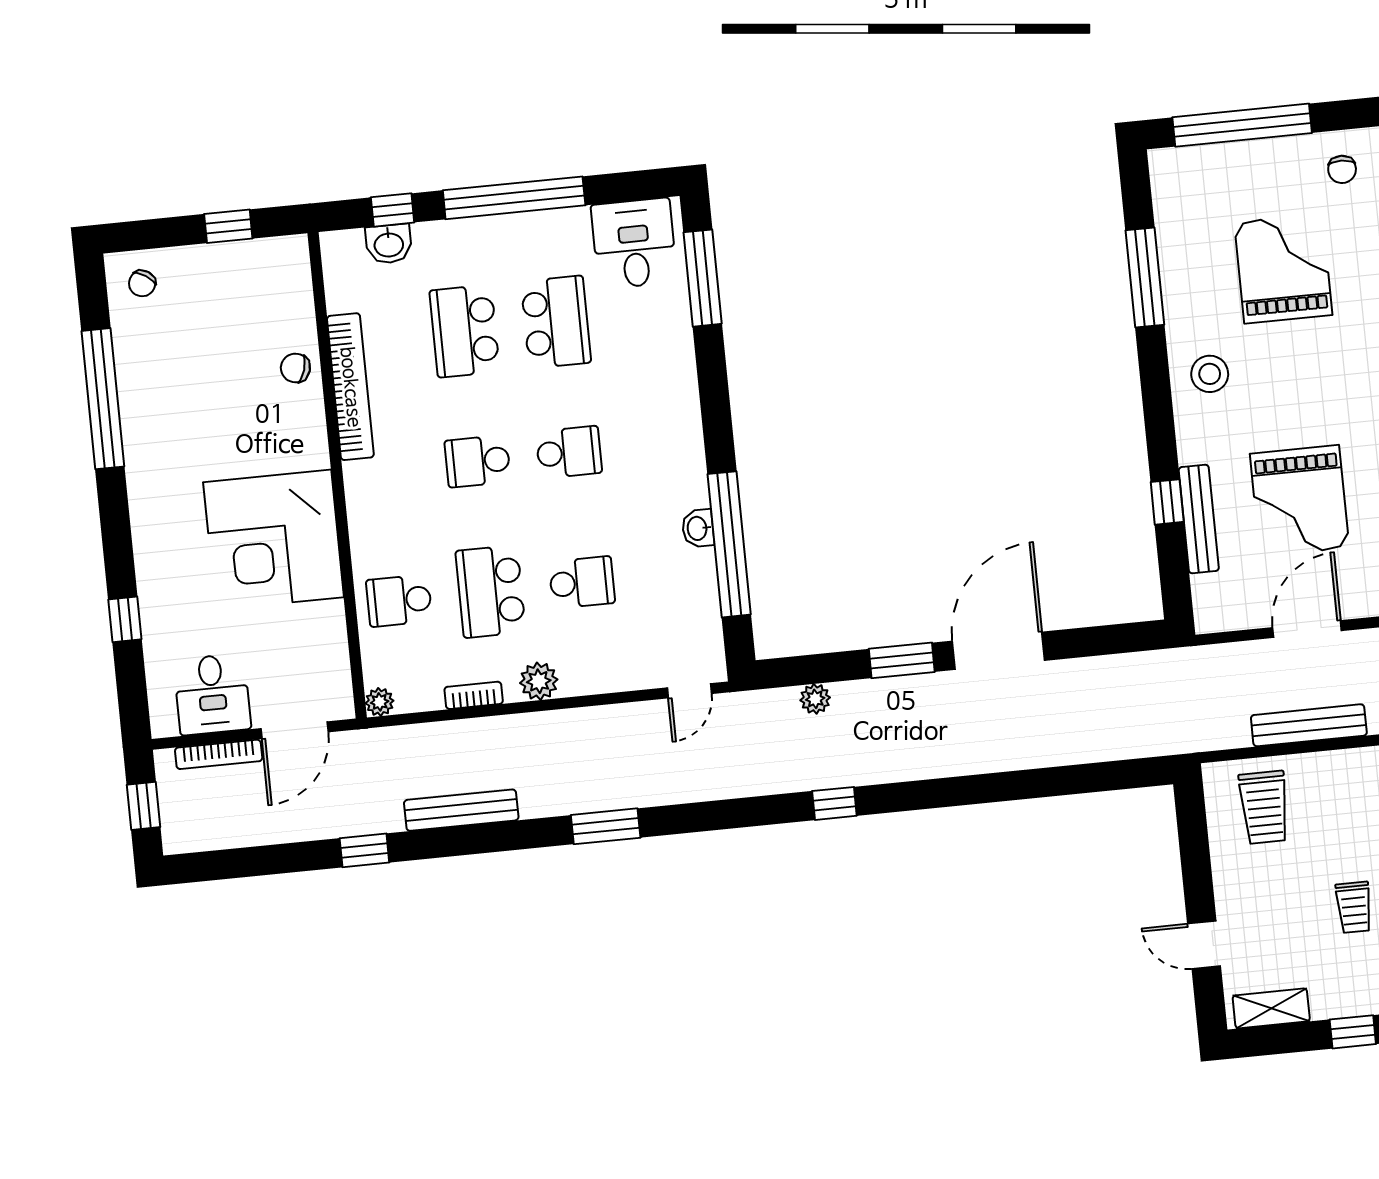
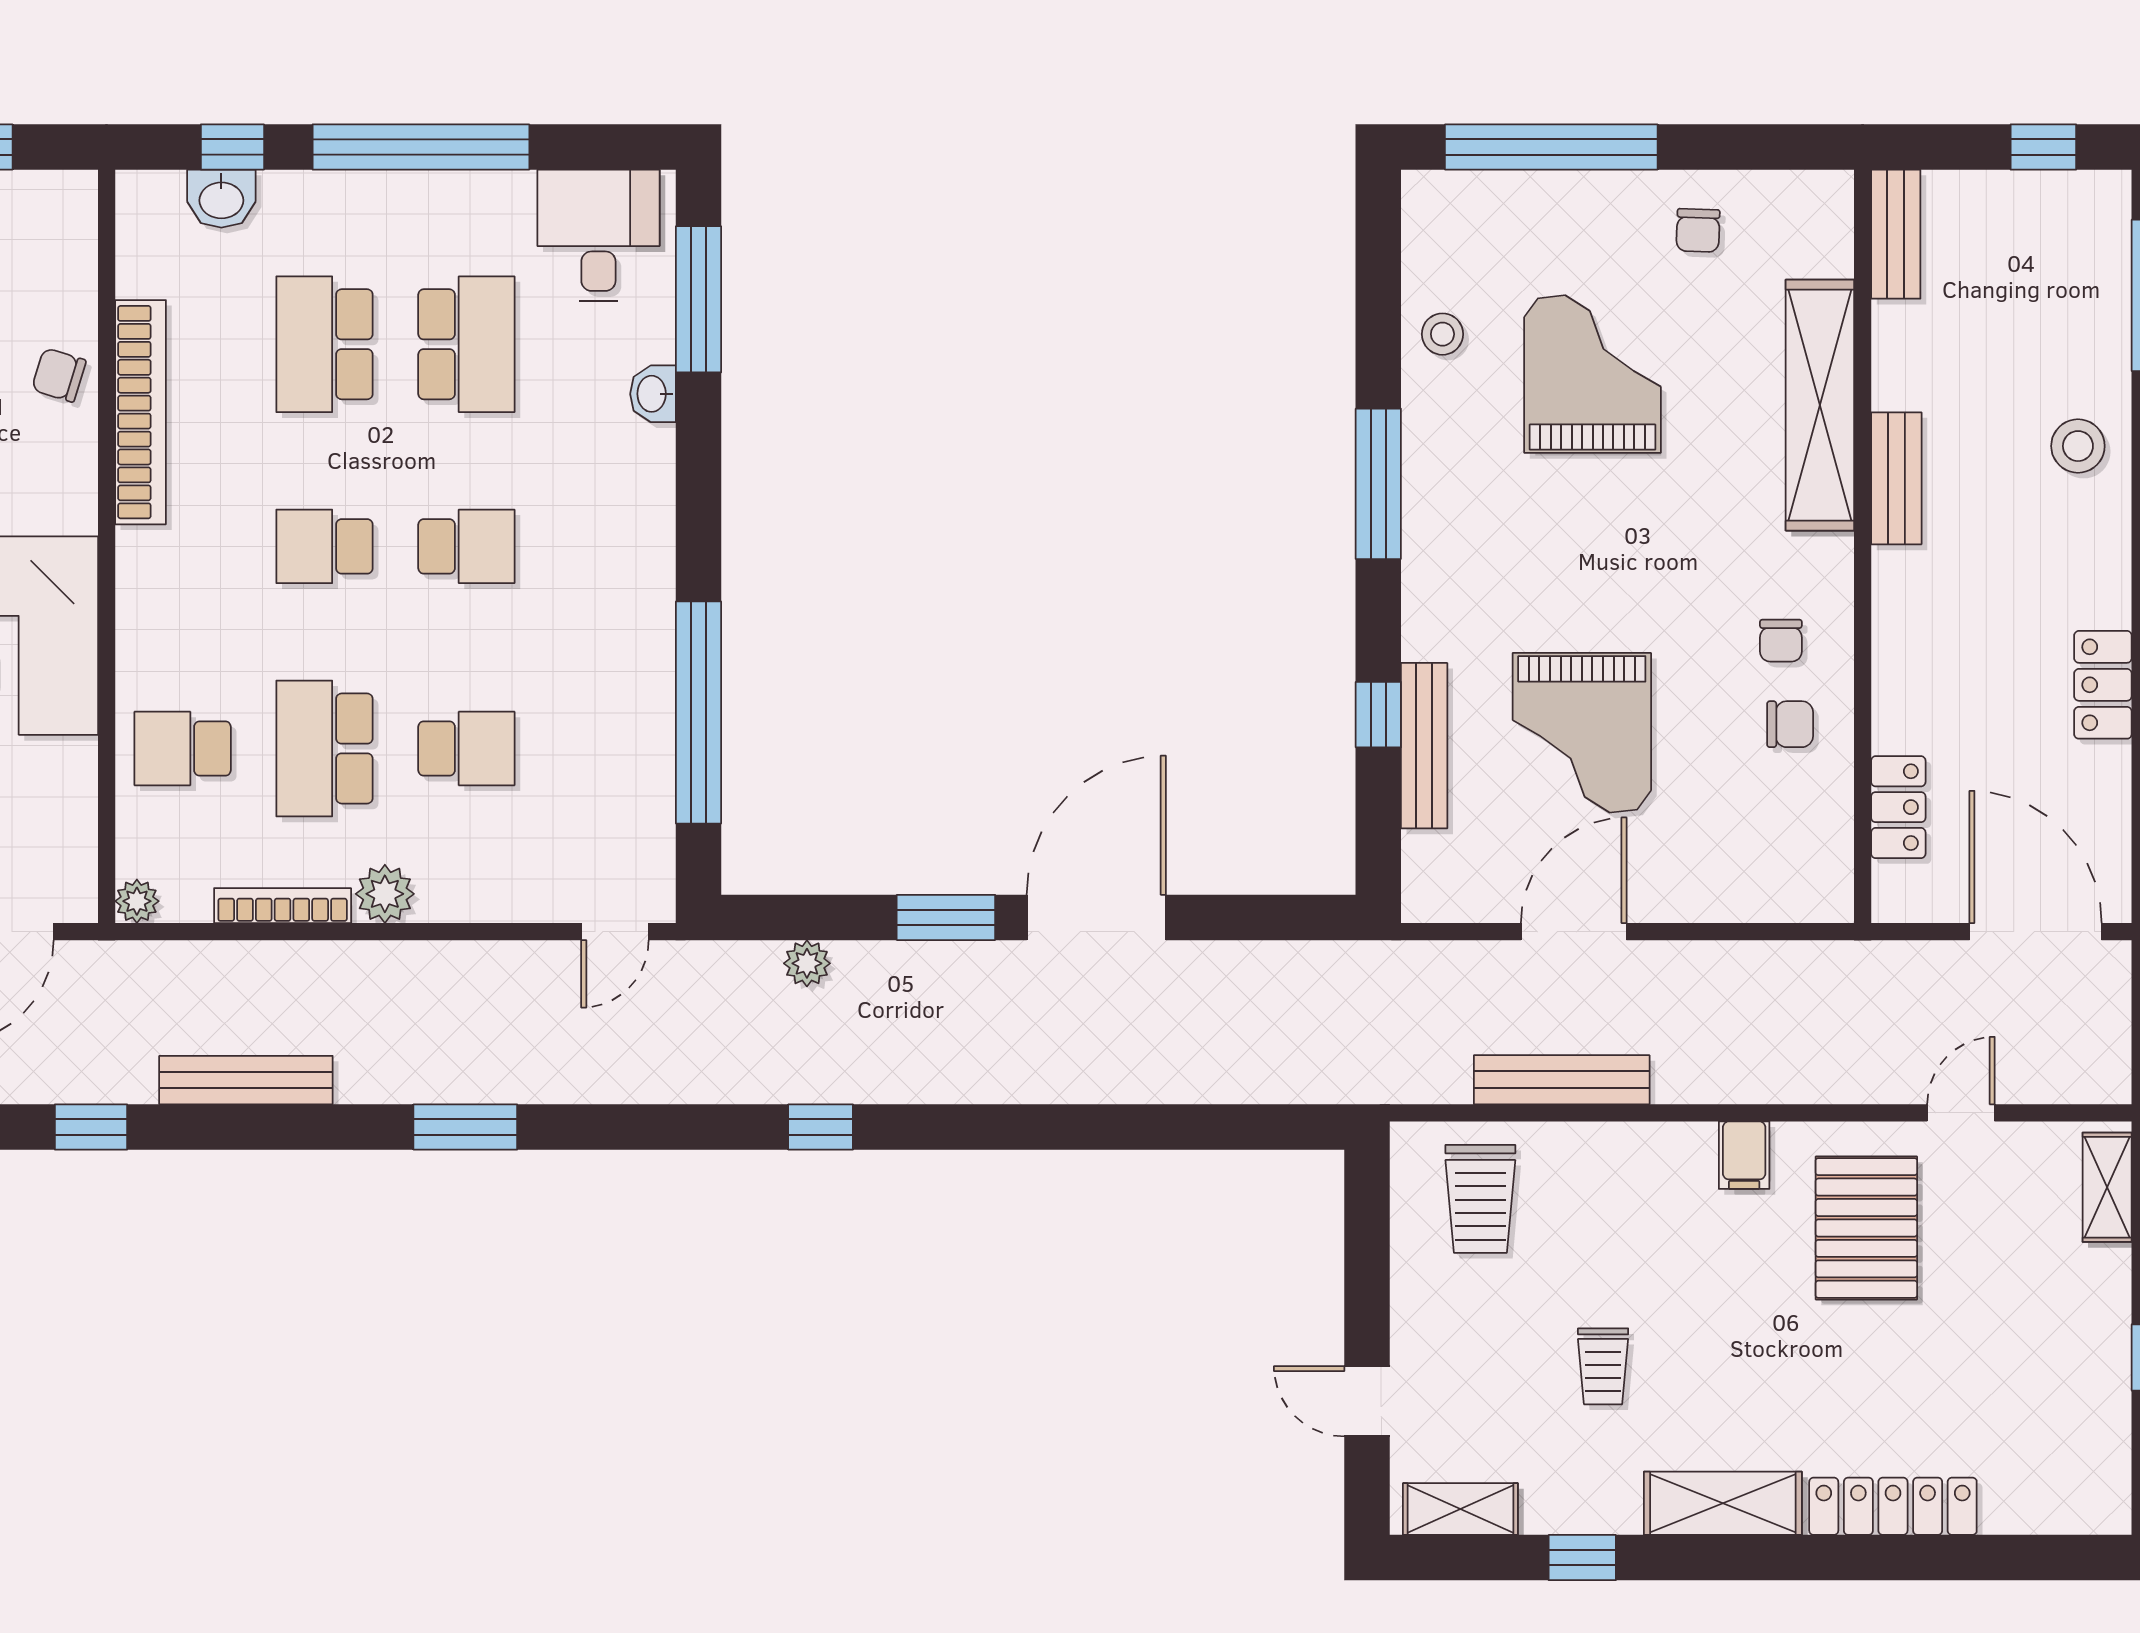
window: (1145, 278) -> (1378, 484), moved
stool: (1210, 374) -> (1442, 334), moved, width x0.73, depth x0.73
washbasin: (698, 528) -> (653, 394), moved
bookcase: (474, 695) -> (283, 906), width x1.56

